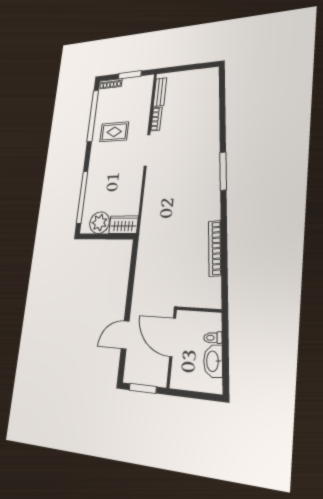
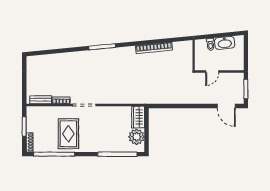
rug: (114, 132) -> (68, 134), width x1.36, depth x1.43
door: (125, 335) -> (226, 106), moved
door: (173, 337) -> (212, 72), width x0.53

